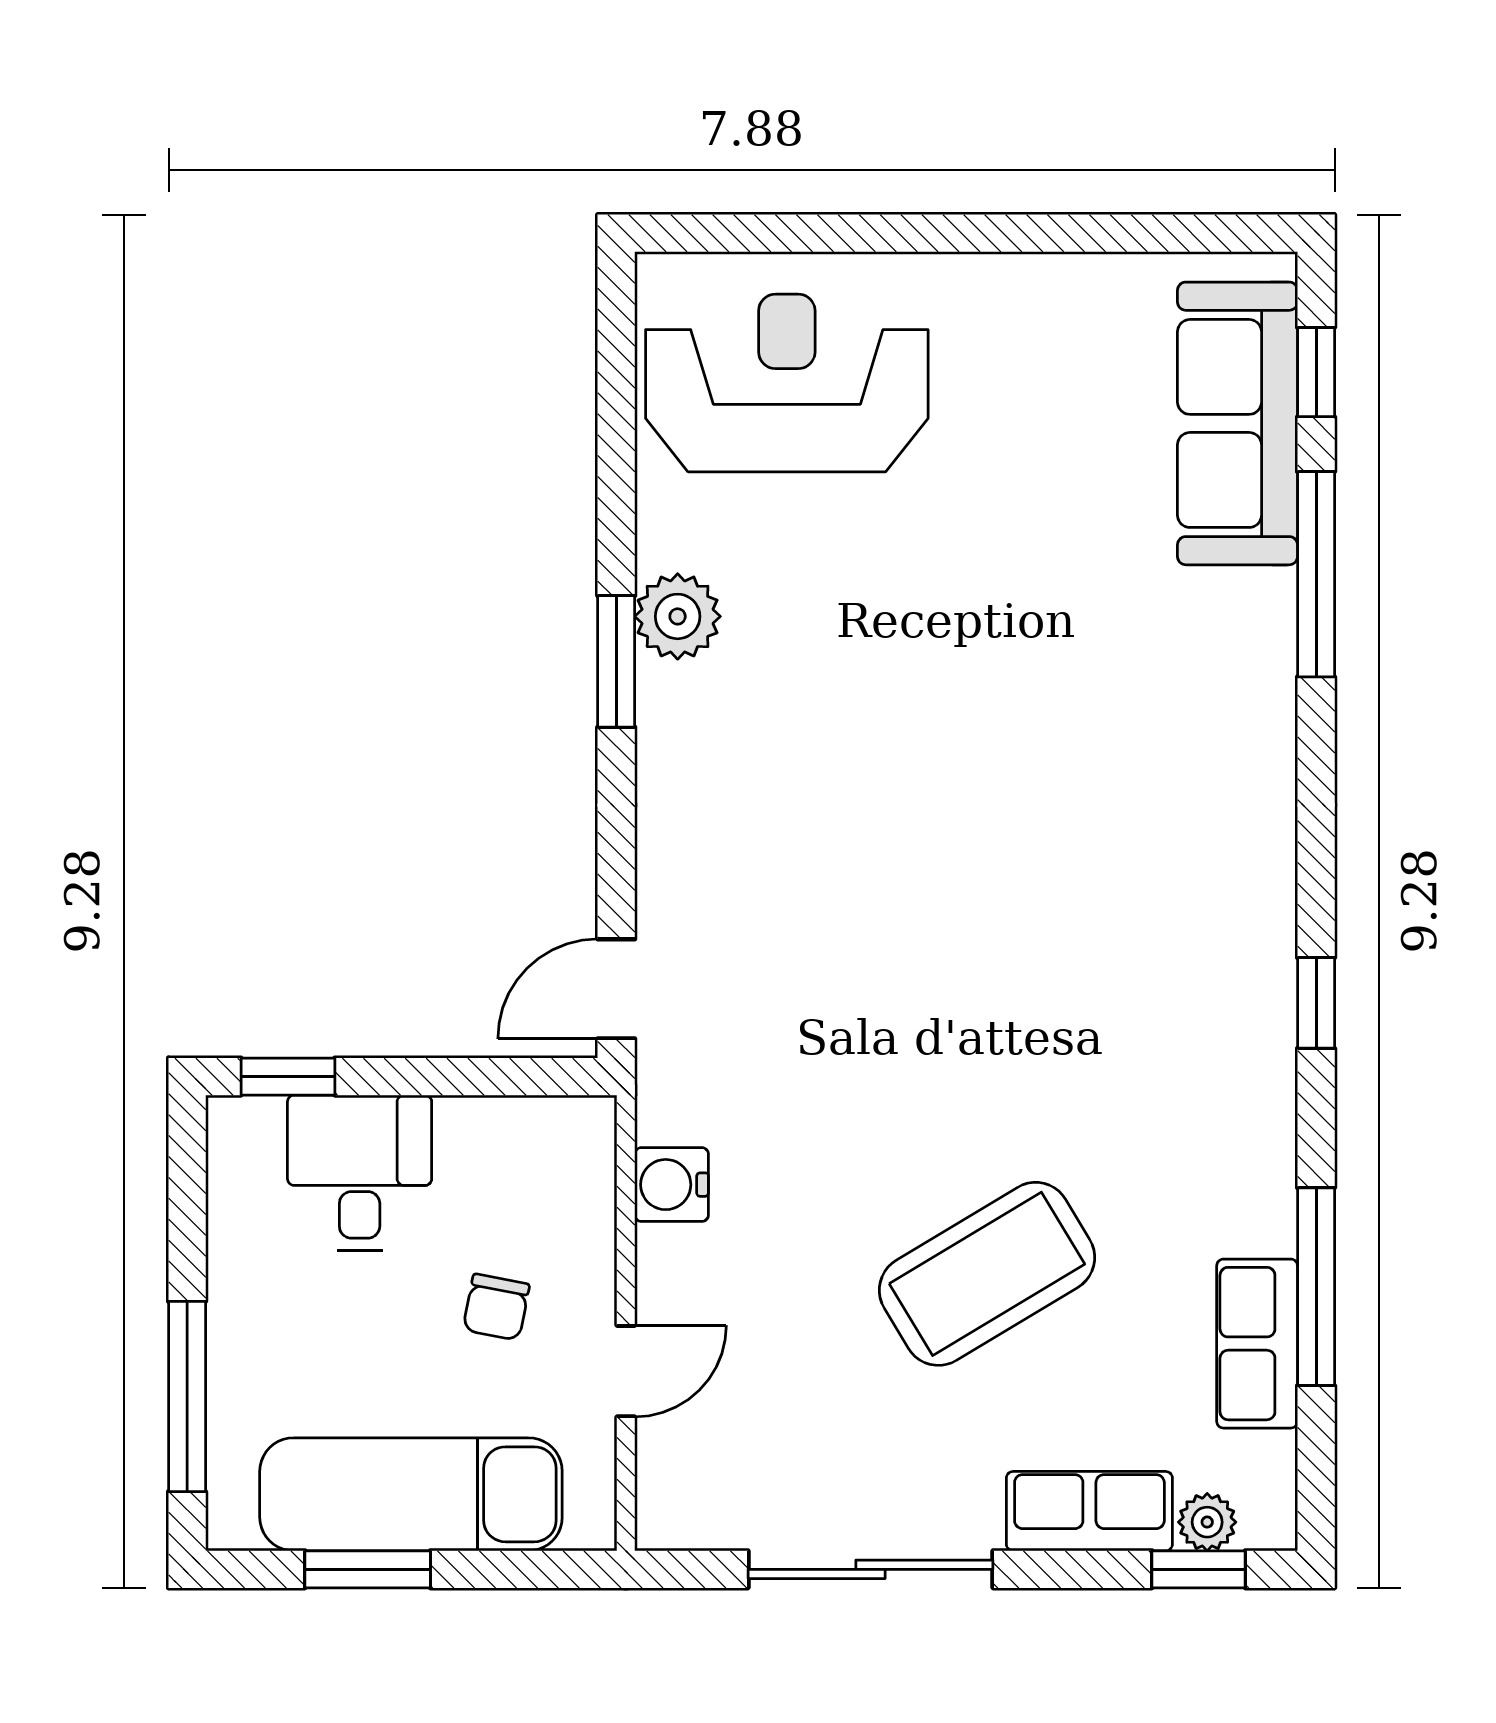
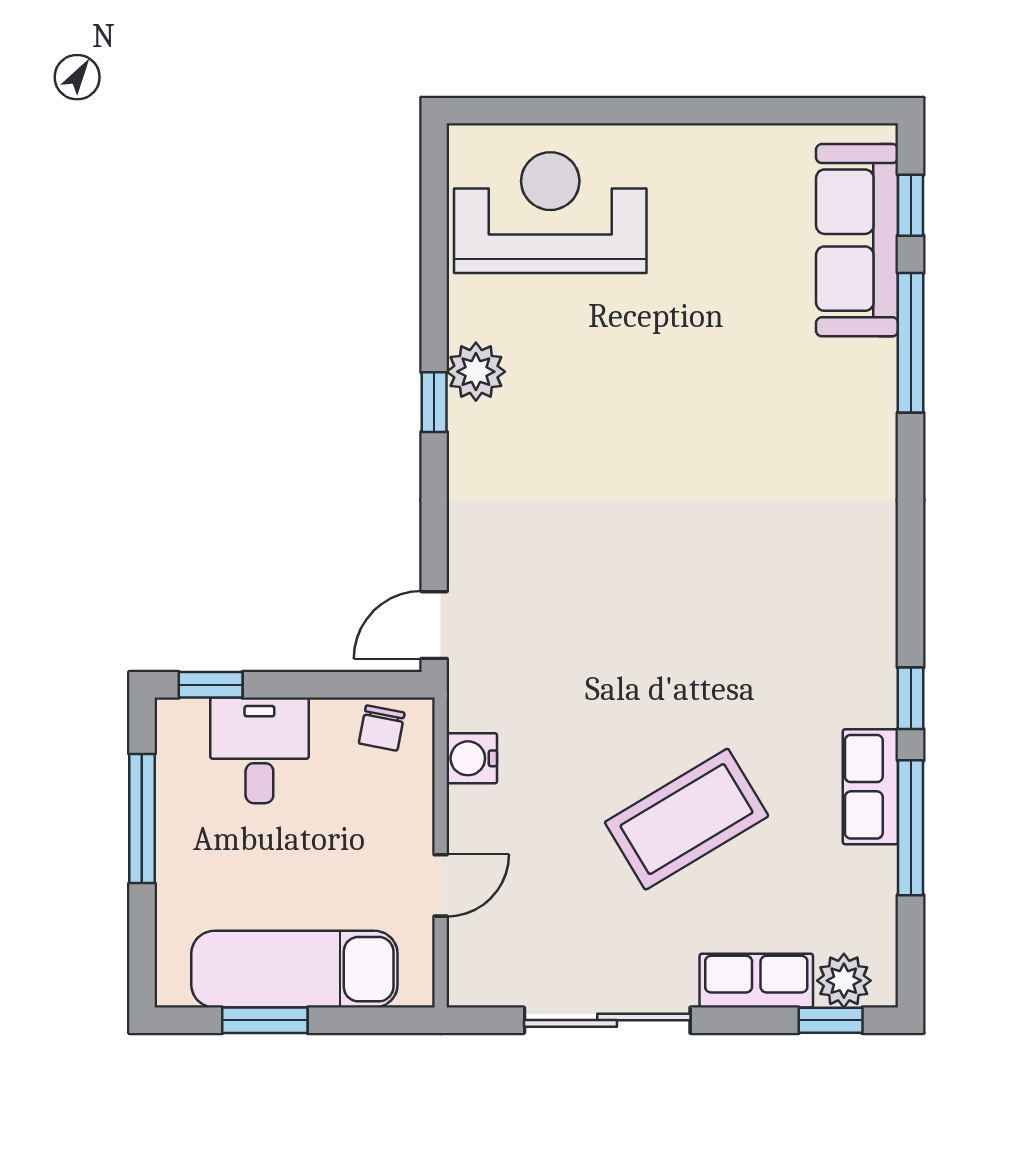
window: (616, 661) -> (434, 402), width x0.67
window: (1316, 1003) -> (911, 698), moved
chair: (496, 1307) -> (382, 728), moved
row of seats: (1257, 1344) -> (870, 787), moved
window: (187, 1396) -> (142, 819), moved
plant: (1207, 1522) -> (844, 981), width x1.38, depth x1.38

